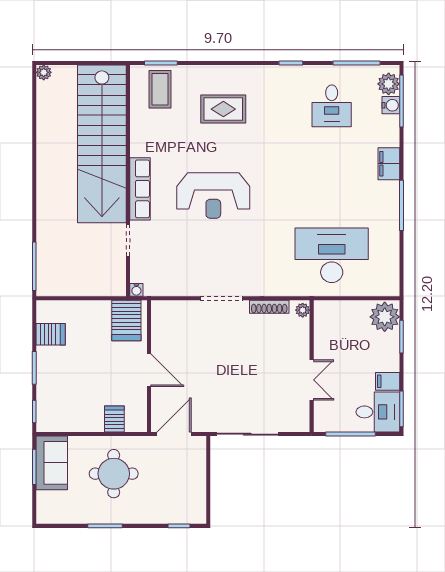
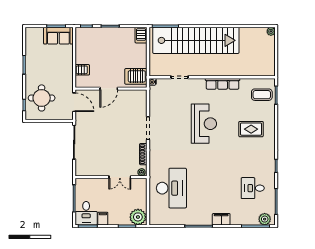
water cooler: (391, 105) -> (253, 220), removed
rug: (223, 109) -> (251, 129), turned 90
stairs: (102, 144) -> (196, 40), moved, turned 180
row of seats: (140, 189) -> (223, 84), moved
reception desk: (213, 196) -> (204, 124), turned 180
server rack: (51, 334) -> (141, 35), moved
double door: (312, 380) -> (120, 177), moved
round table: (114, 474) -> (42, 98), moved

